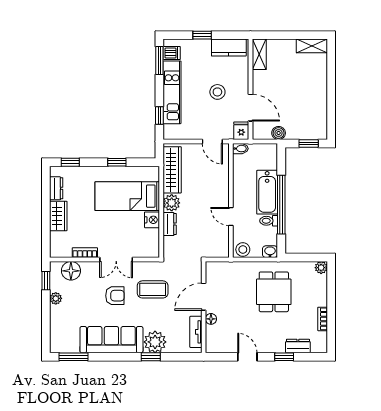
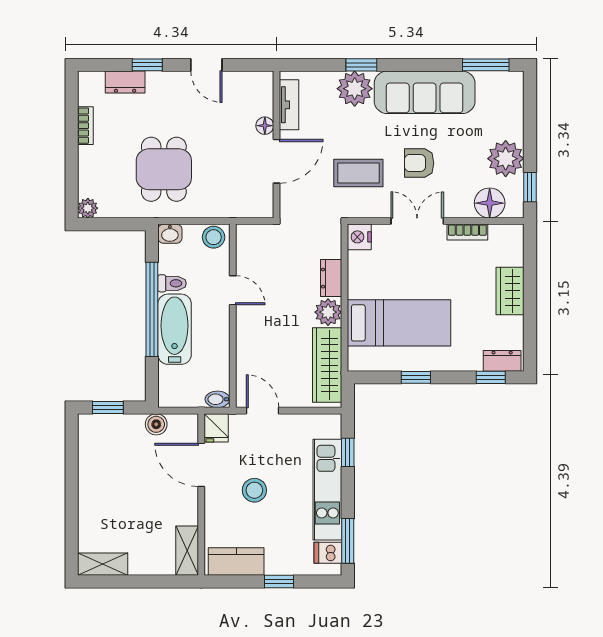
dresser: (56, 188) -> (502, 361), moved, turned 90
nightstand: (152, 220) -> (359, 237), moved
plant: (56, 298) -> (506, 159), width x1.88, depth x1.88

